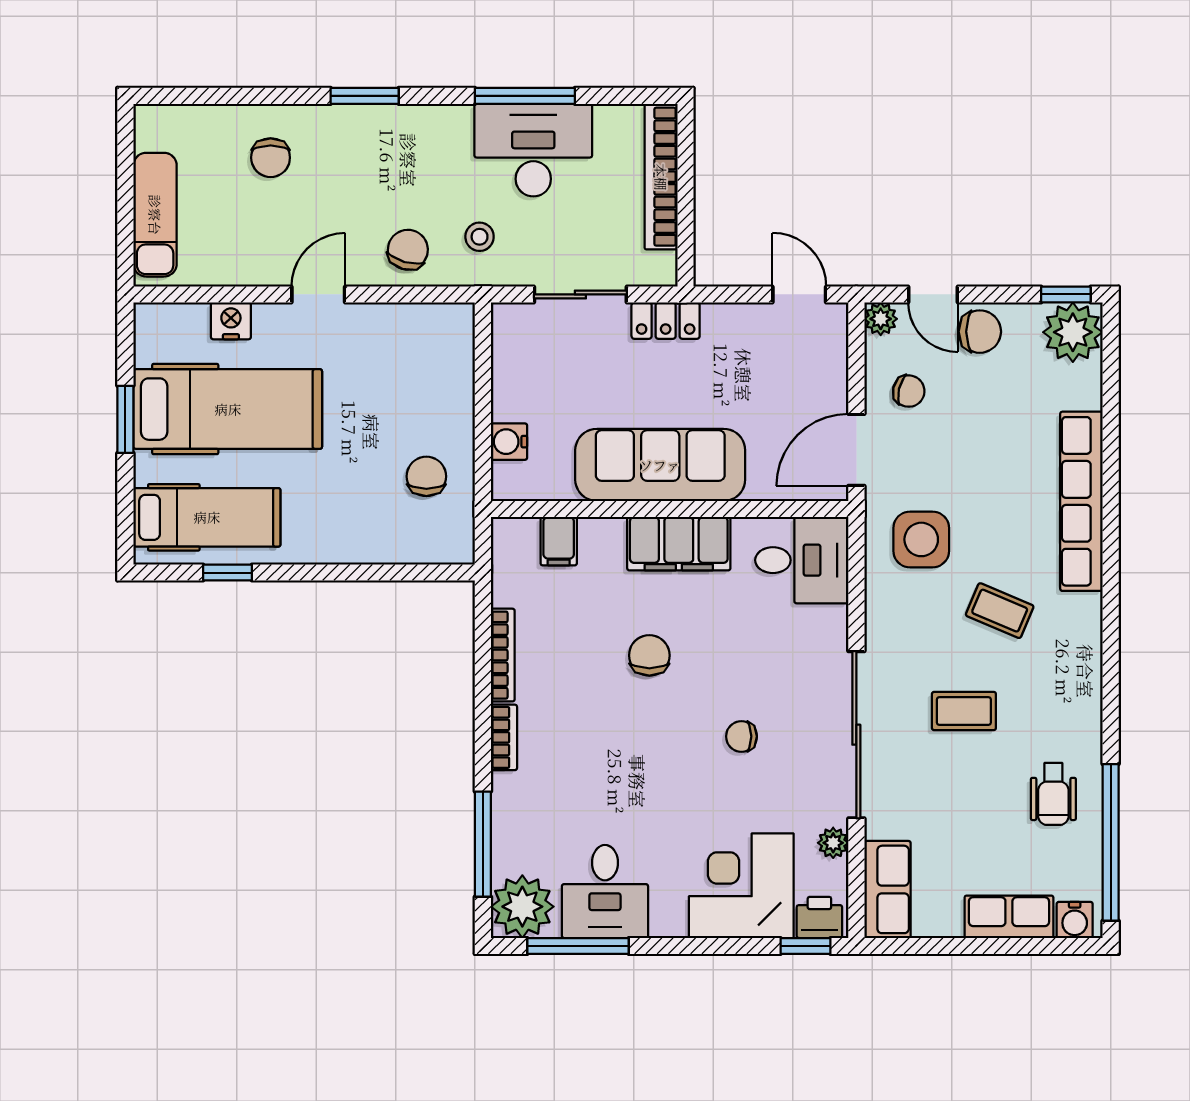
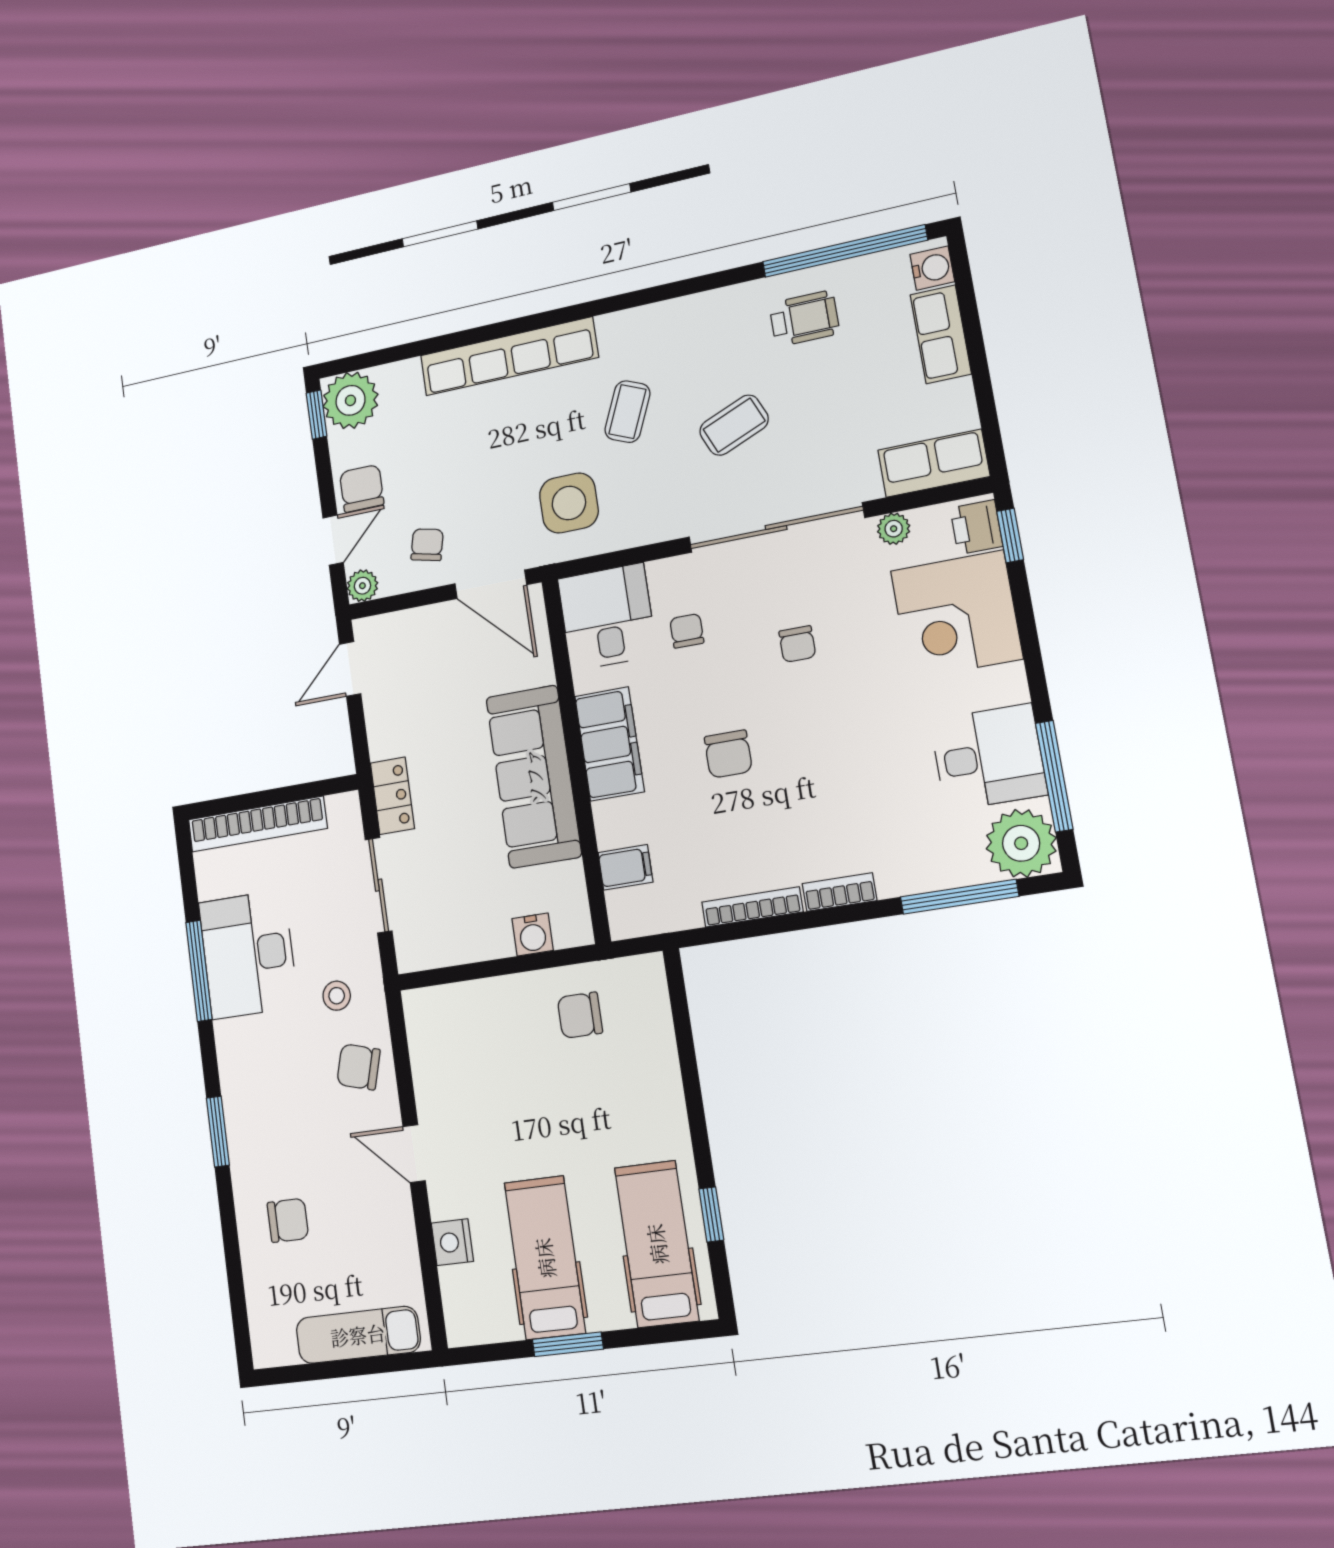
hospital bed: (228, 409) -> (545, 1258), width x0.73, depth x0.78
chair: (774, 635) -> (687, 631), added
chair: (649, 655) -> (728, 754), turned -90
coffee table: (964, 711) -> (734, 425), turned 67

